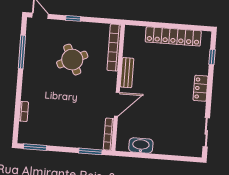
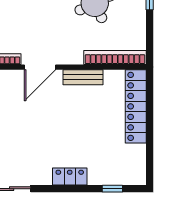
locker: (173, 36) -> (136, 106), moved
door: (117, 104) -> (40, 67), hinge flipped

